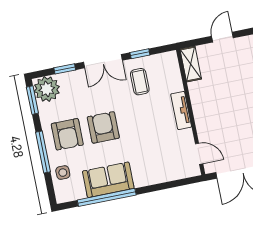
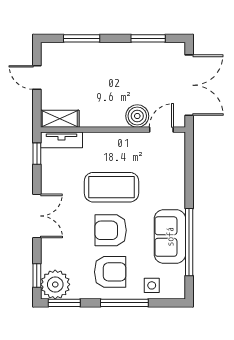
window: (140, 54) -> (37, 154), moved
window: (65, 69) -> (37, 275), moved
coffee table: (140, 82) -> (111, 187), moved, width x1.86, depth x1.72
tv unit: (181, 111) -> (61, 140), moved
boiler: (207, 131) -> (137, 116), added

